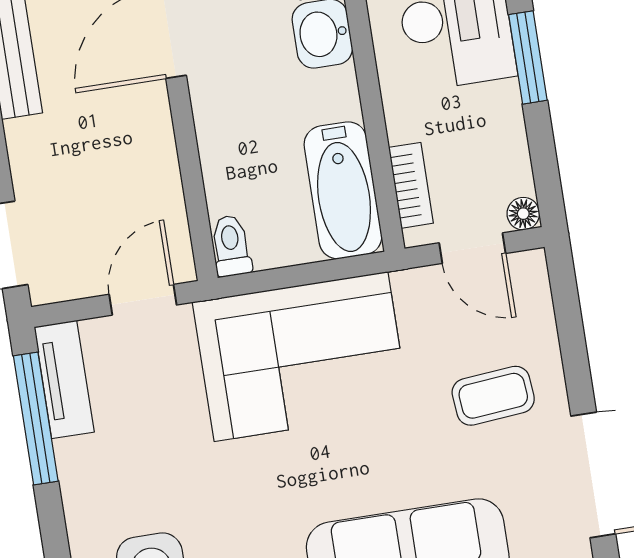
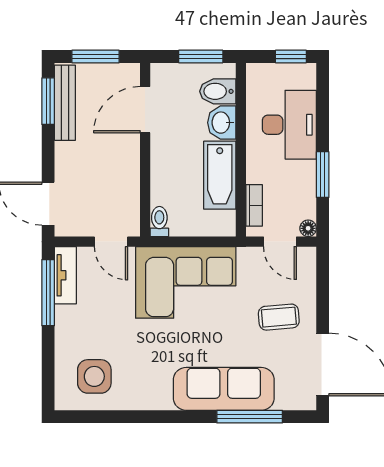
window: (528, 57) -> (323, 175), moved
bathtub: (343, 190) -> (220, 175), moved
door: (143, 300) -> (111, 242), swing flipped

